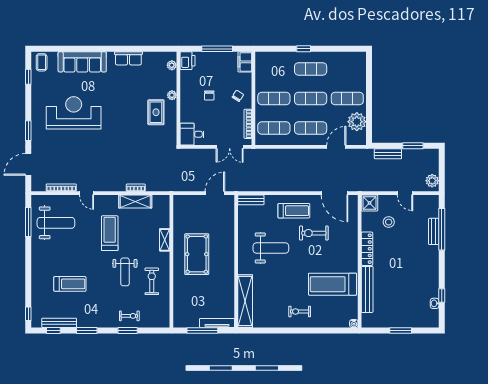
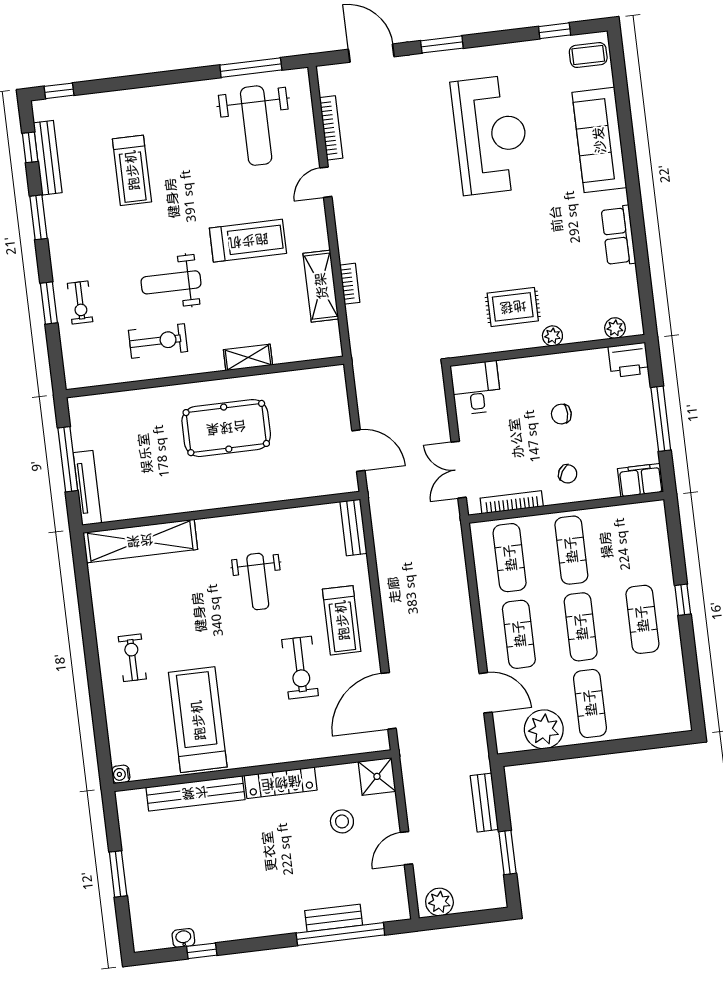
exercise bike: (314, 233) -> (300, 668), turned 180
weight bench: (271, 248) -> (258, 582), width x0.73, depth x0.75

